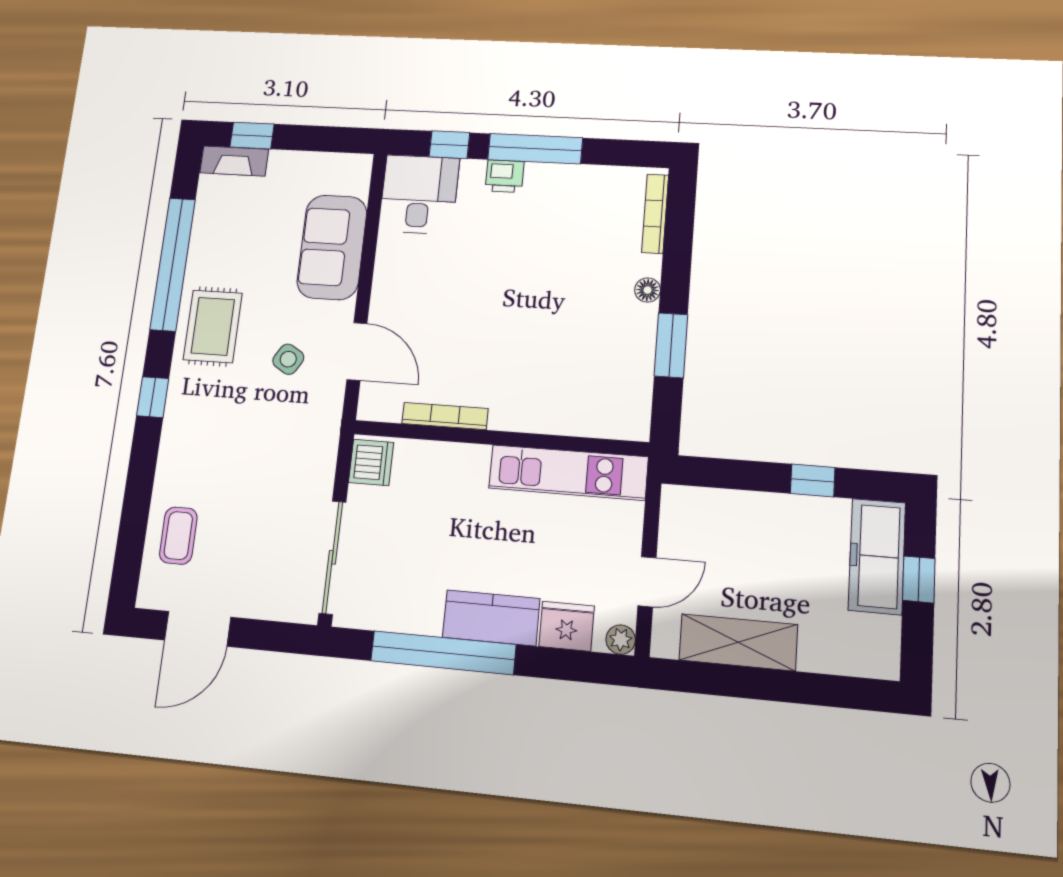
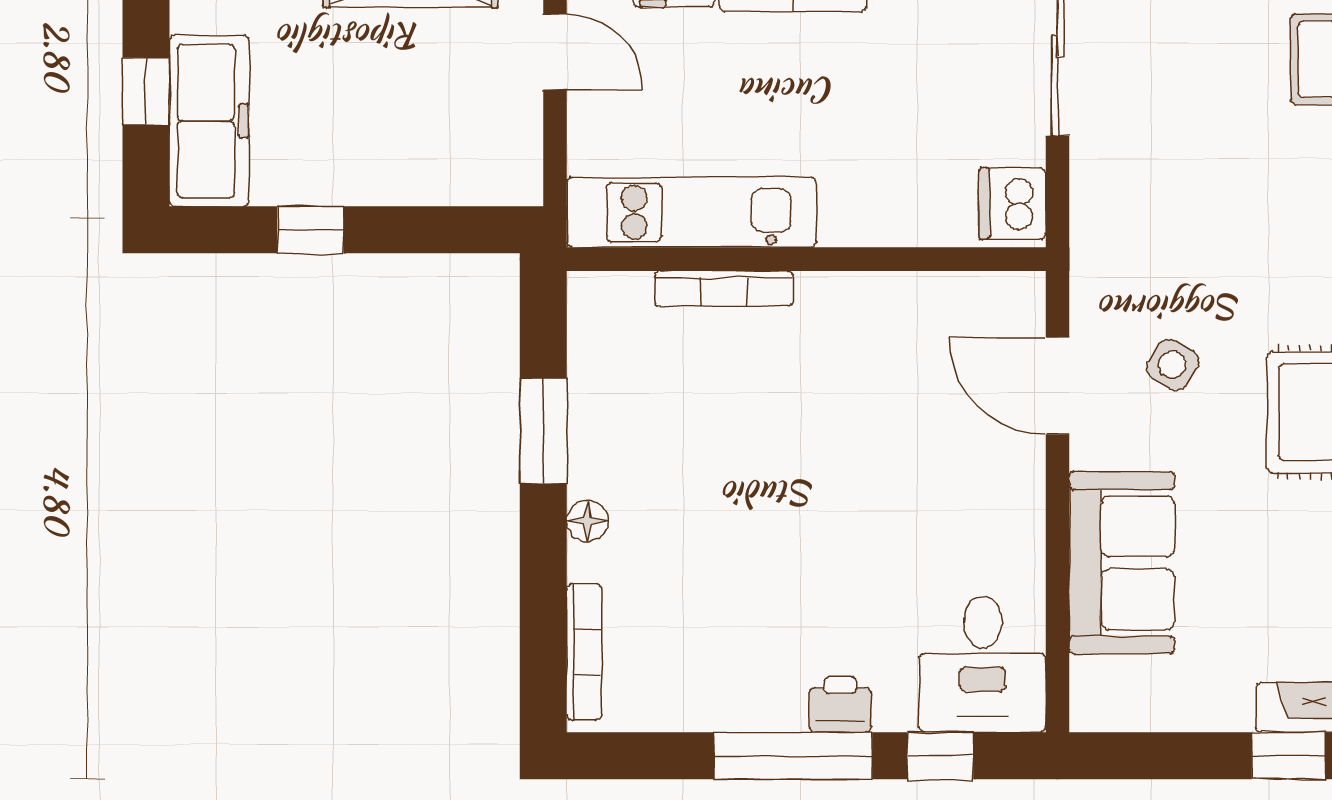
bookcase: (445, 416) -> (724, 289), moved
door: (647, 582) -> (555, 52), swing flipped

